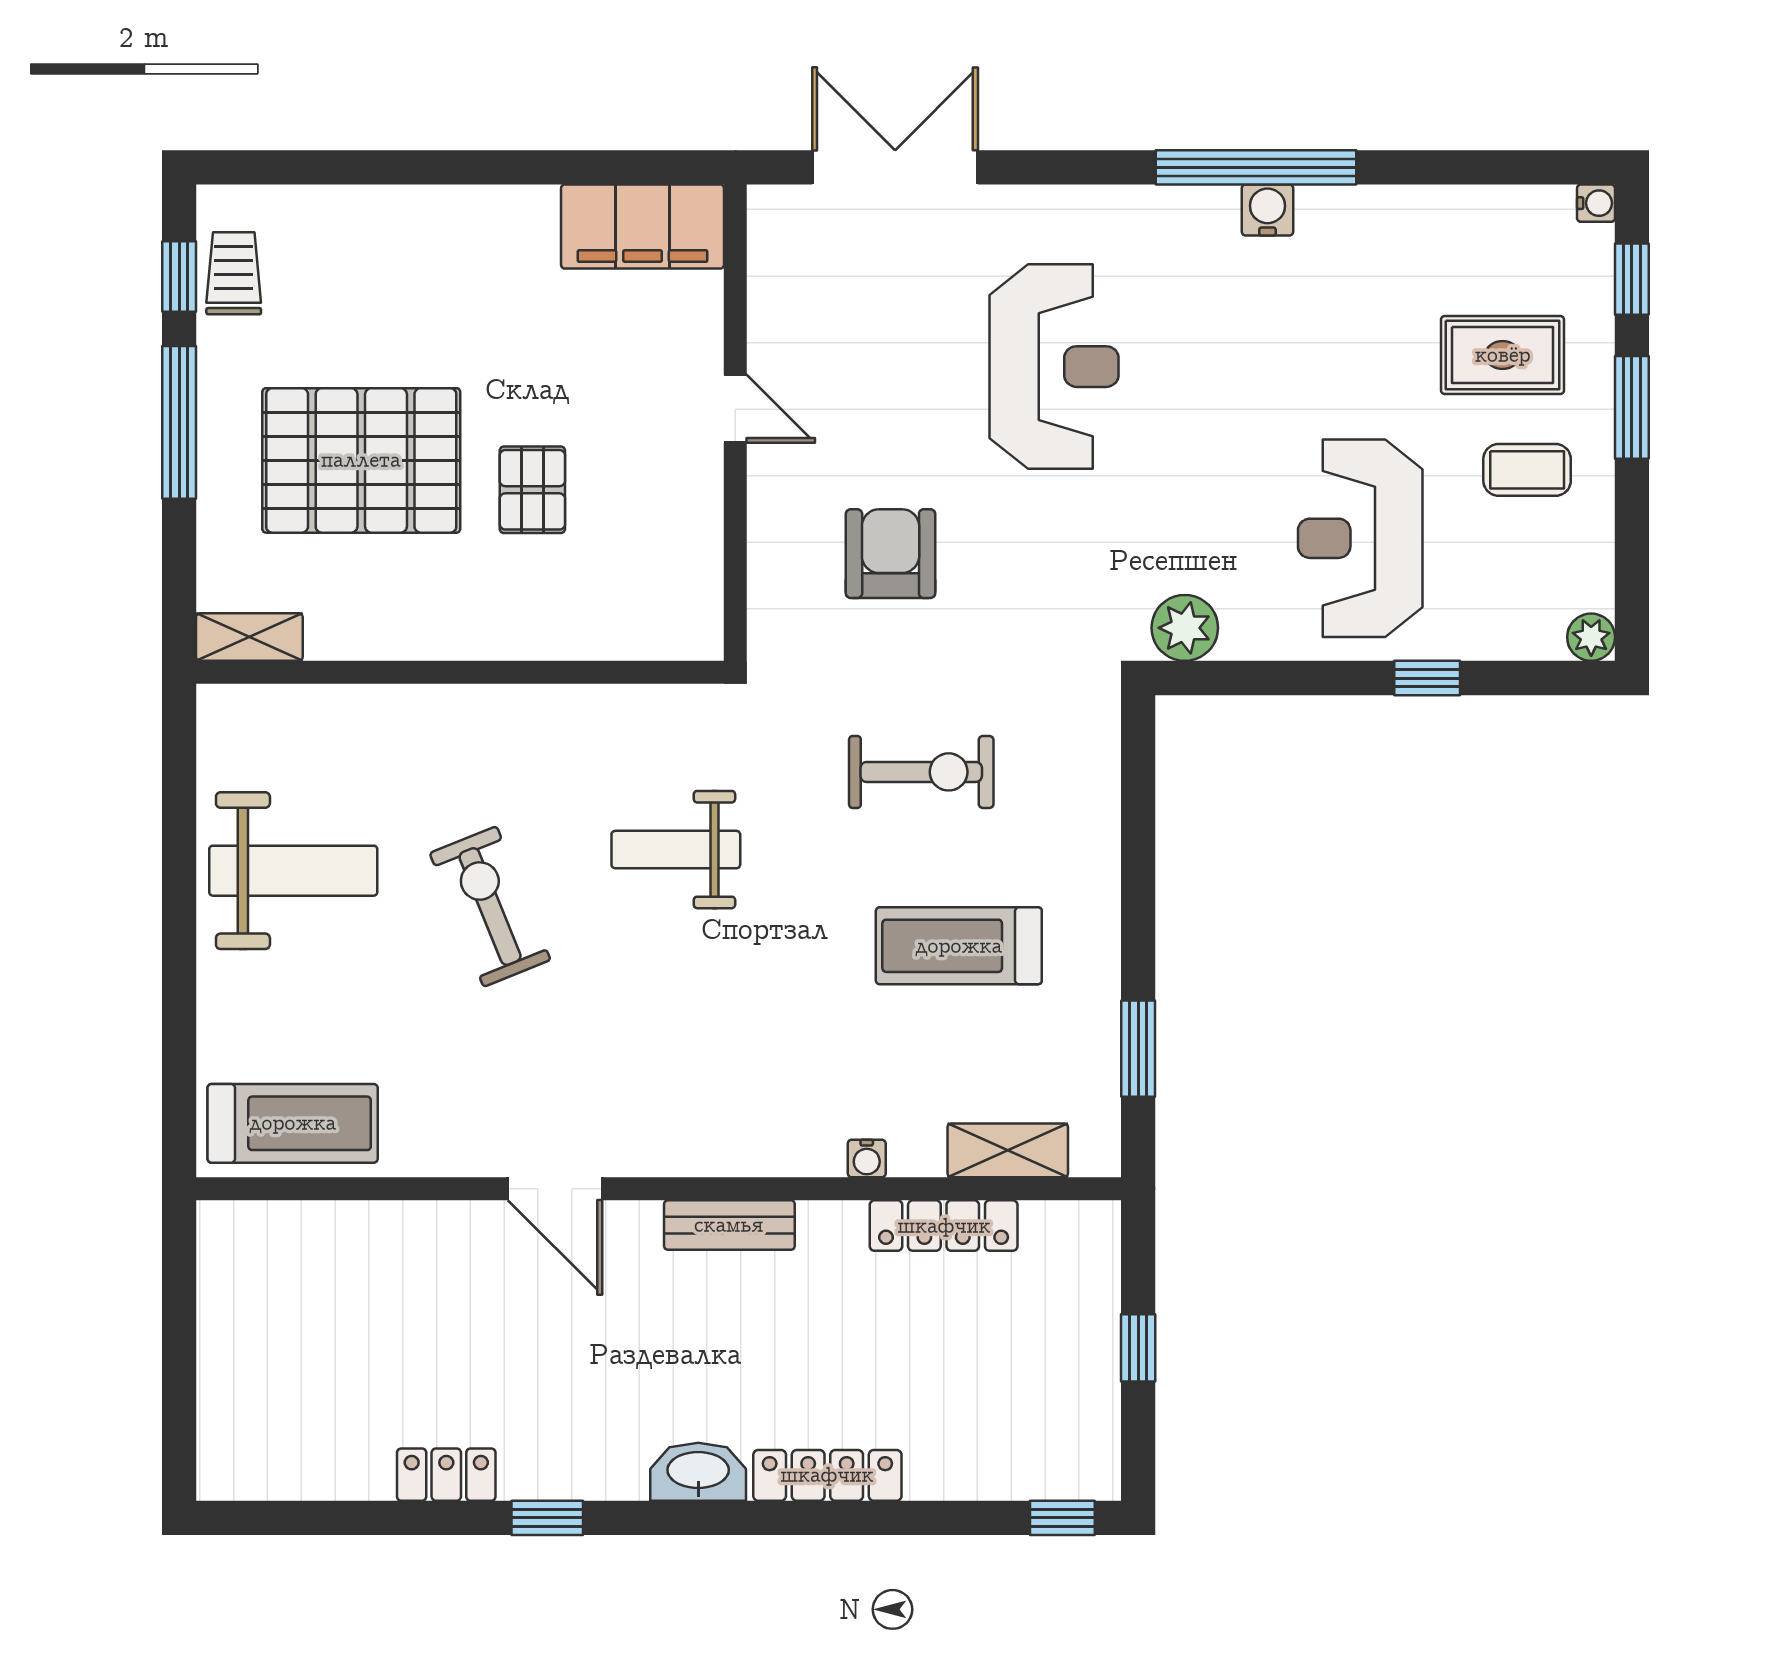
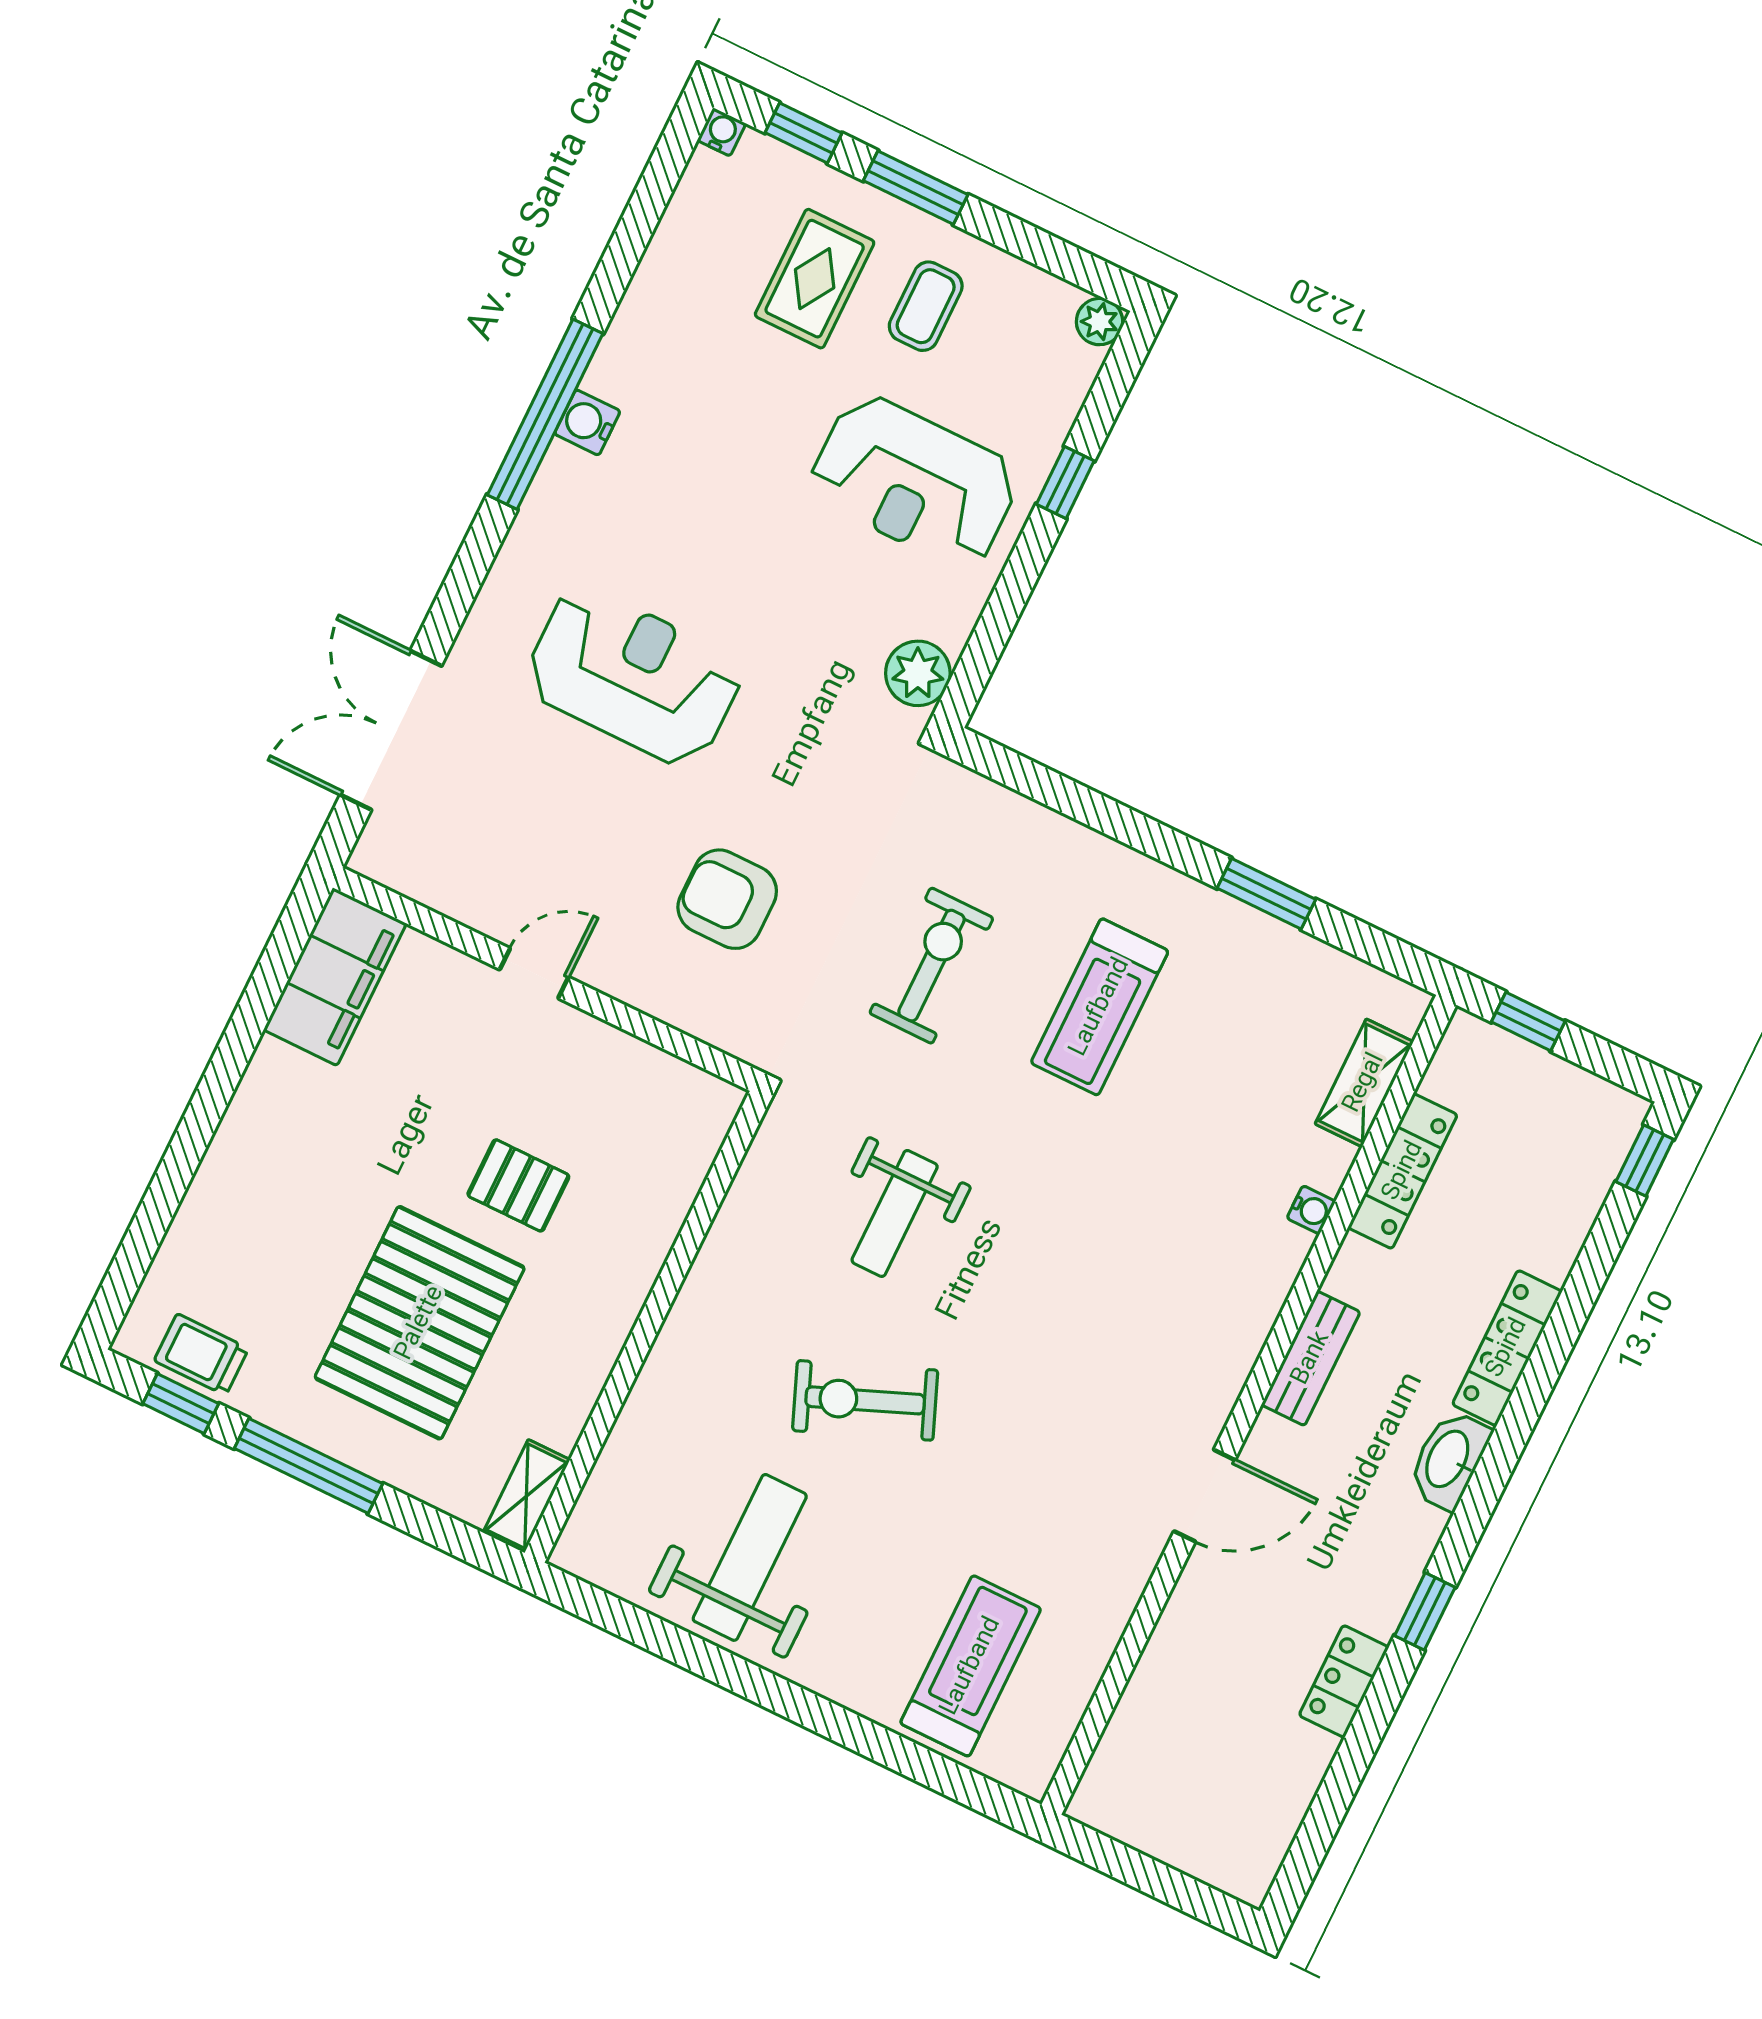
shelving: (1008, 1150) -> (1364, 1083), moved
water cooler: (867, 1159) -> (1311, 1210), moved
door: (555, 1189) -> (1205, 1496), moved
wall: (659, 1189) -> (1249, 1405), moved
bench: (729, 1225) -> (1311, 1358), moved
locker: (944, 1226) -> (1403, 1171), moved

